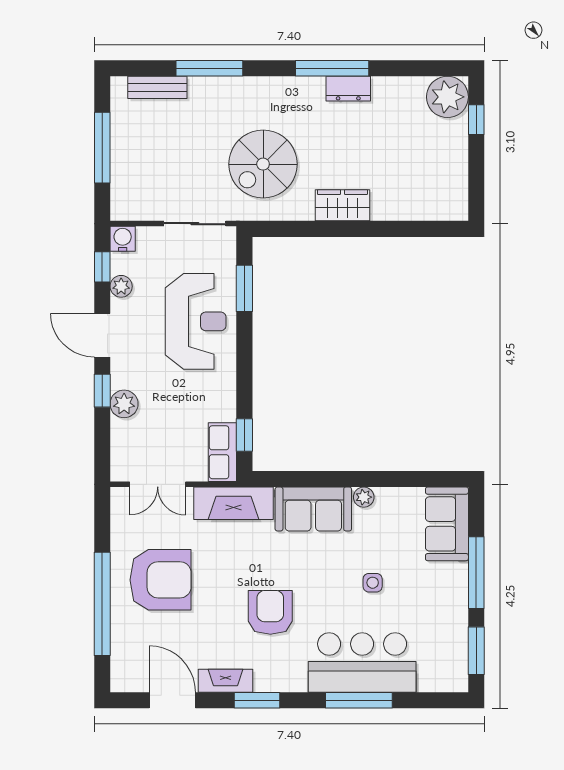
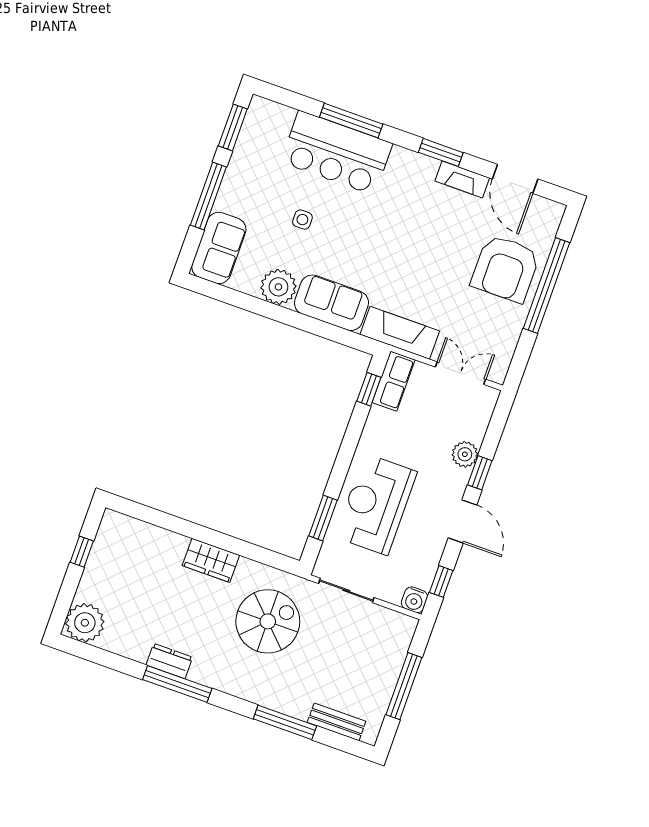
window: (476, 120) -> (82, 552), moved
plant: (121, 286) -> (431, 558), removed
plant: (364, 497) -> (278, 287), width x1.87, depth x1.87
armchair: (161, 580) -> (505, 268), moved, turned -90
armchair: (270, 612) -> (402, 226), removed

